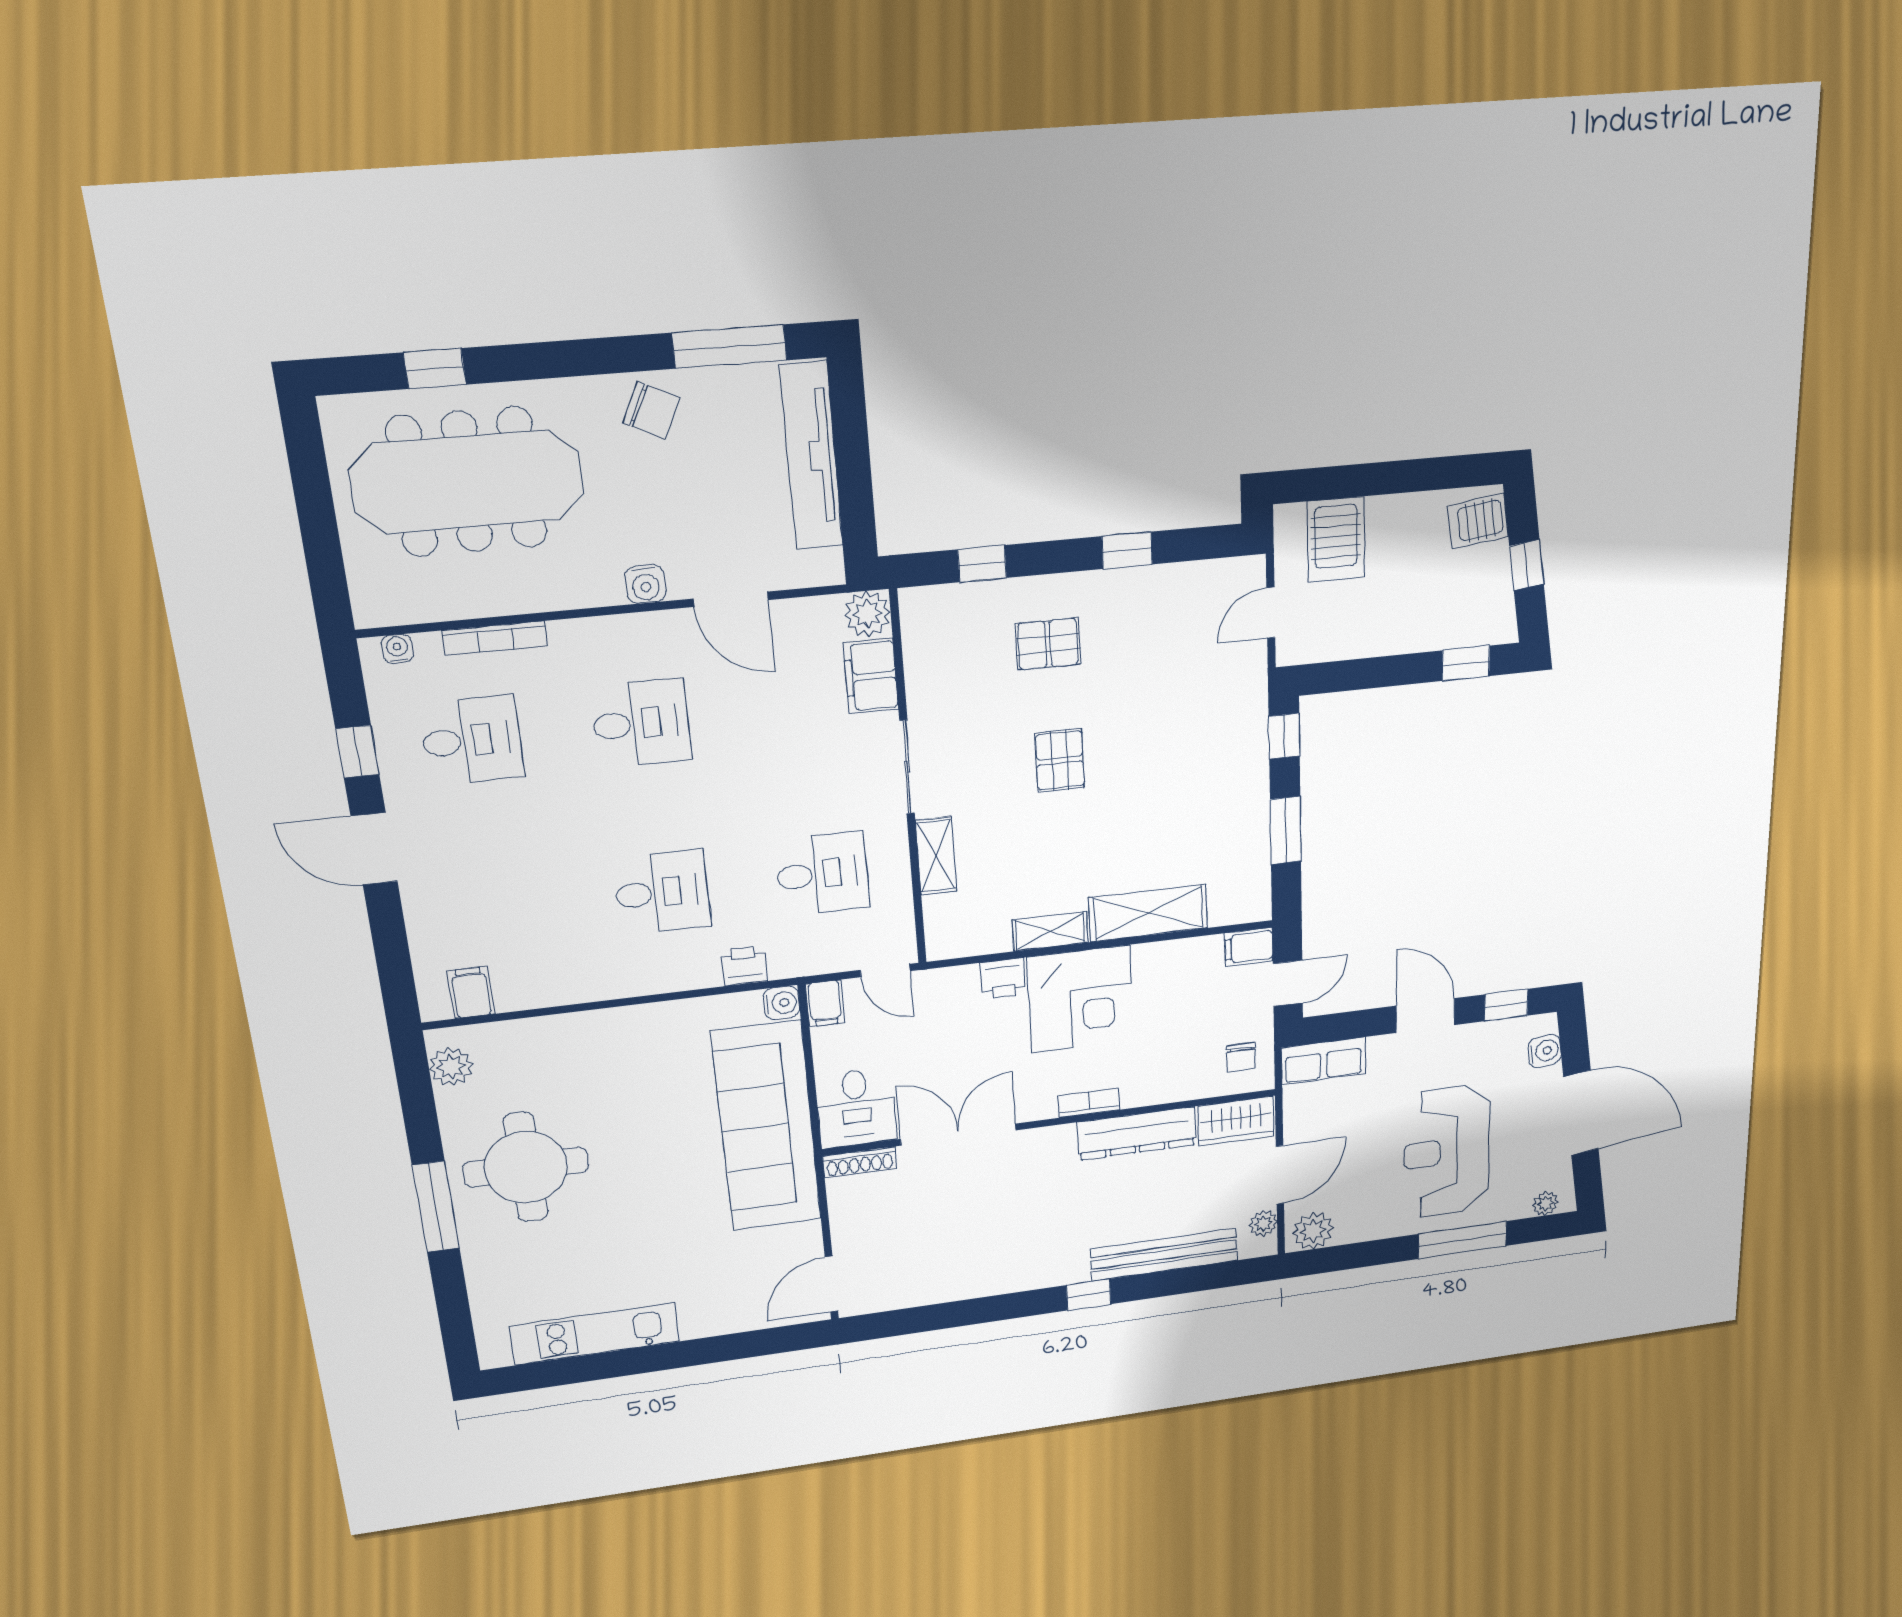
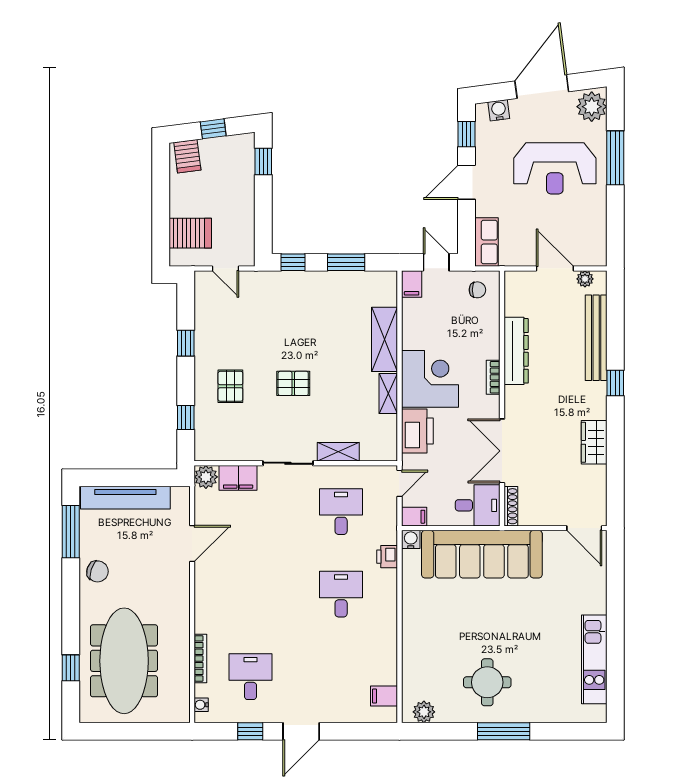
chair: (651, 410) -> (98, 571), turned 82
water cooler: (646, 584) -> (181, 584), removed
desk: (641, 723) -> (250, 594), removed
printer: (1003, 978) -> (417, 431), width x1.87, depth x1.48
wardrobe: (1236, 1121) -> (594, 442), moved, turned 180
round table: (526, 1167) -> (487, 682), width x0.73, depth x0.73
plant: (1545, 1204) -> (592, 107), width x1.88, depth x1.88
plant: (1313, 1231) -> (595, 249), removed

